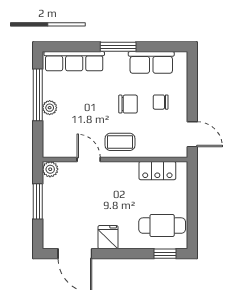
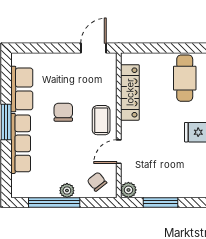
row of seats: (74, 61) -> (21, 143), moved
chair: (161, 102) -> (97, 182), moved, turned 142
locker: (157, 171) -> (130, 92), width x1.53

